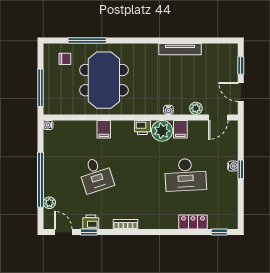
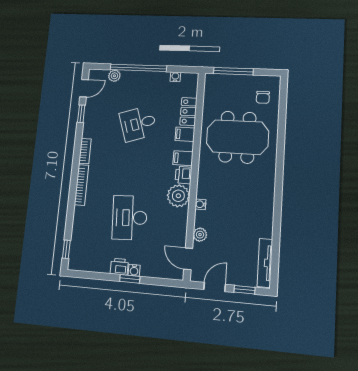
window: (87, 41) -> (282, 122), removed
tv unit: (180, 49) -> (265, 263), moved
water cooler: (48, 125) -> (175, 77), moved
filing cabinet: (180, 129) -> (183, 158), moved
printer: (91, 222) -> (119, 267), moved, turned -90
locker: (193, 222) -> (188, 112), moved, turned 180
bookcase: (158, 224) -> (81, 185), added

